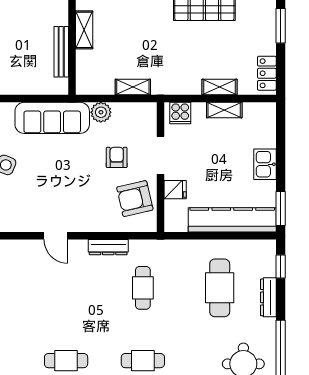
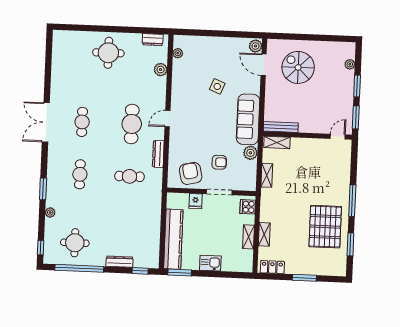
shelving: (84, 30) -> (277, 142), moved
bench: (61, 52) -> (281, 127), moved
cafe table: (220, 288) -> (132, 124), moved, turned 90

